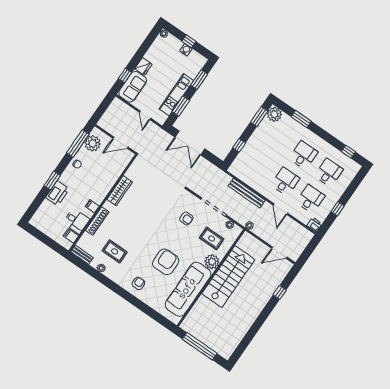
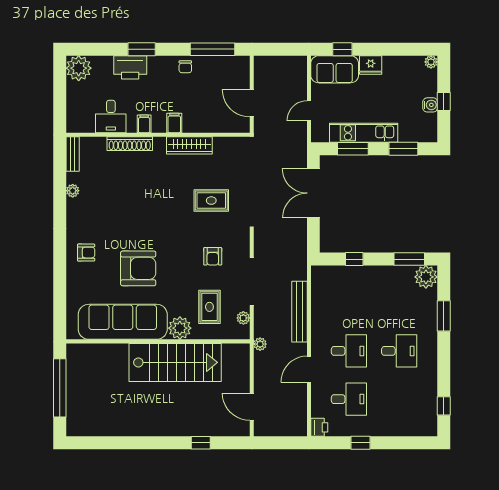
plant: (93, 143) -> (79, 68), moved
desk: (329, 173) -> (399, 399), removed
filing cabinet: (71, 236) -> (174, 123), moved
rug: (115, 251) -> (211, 201), moved, turned 90

